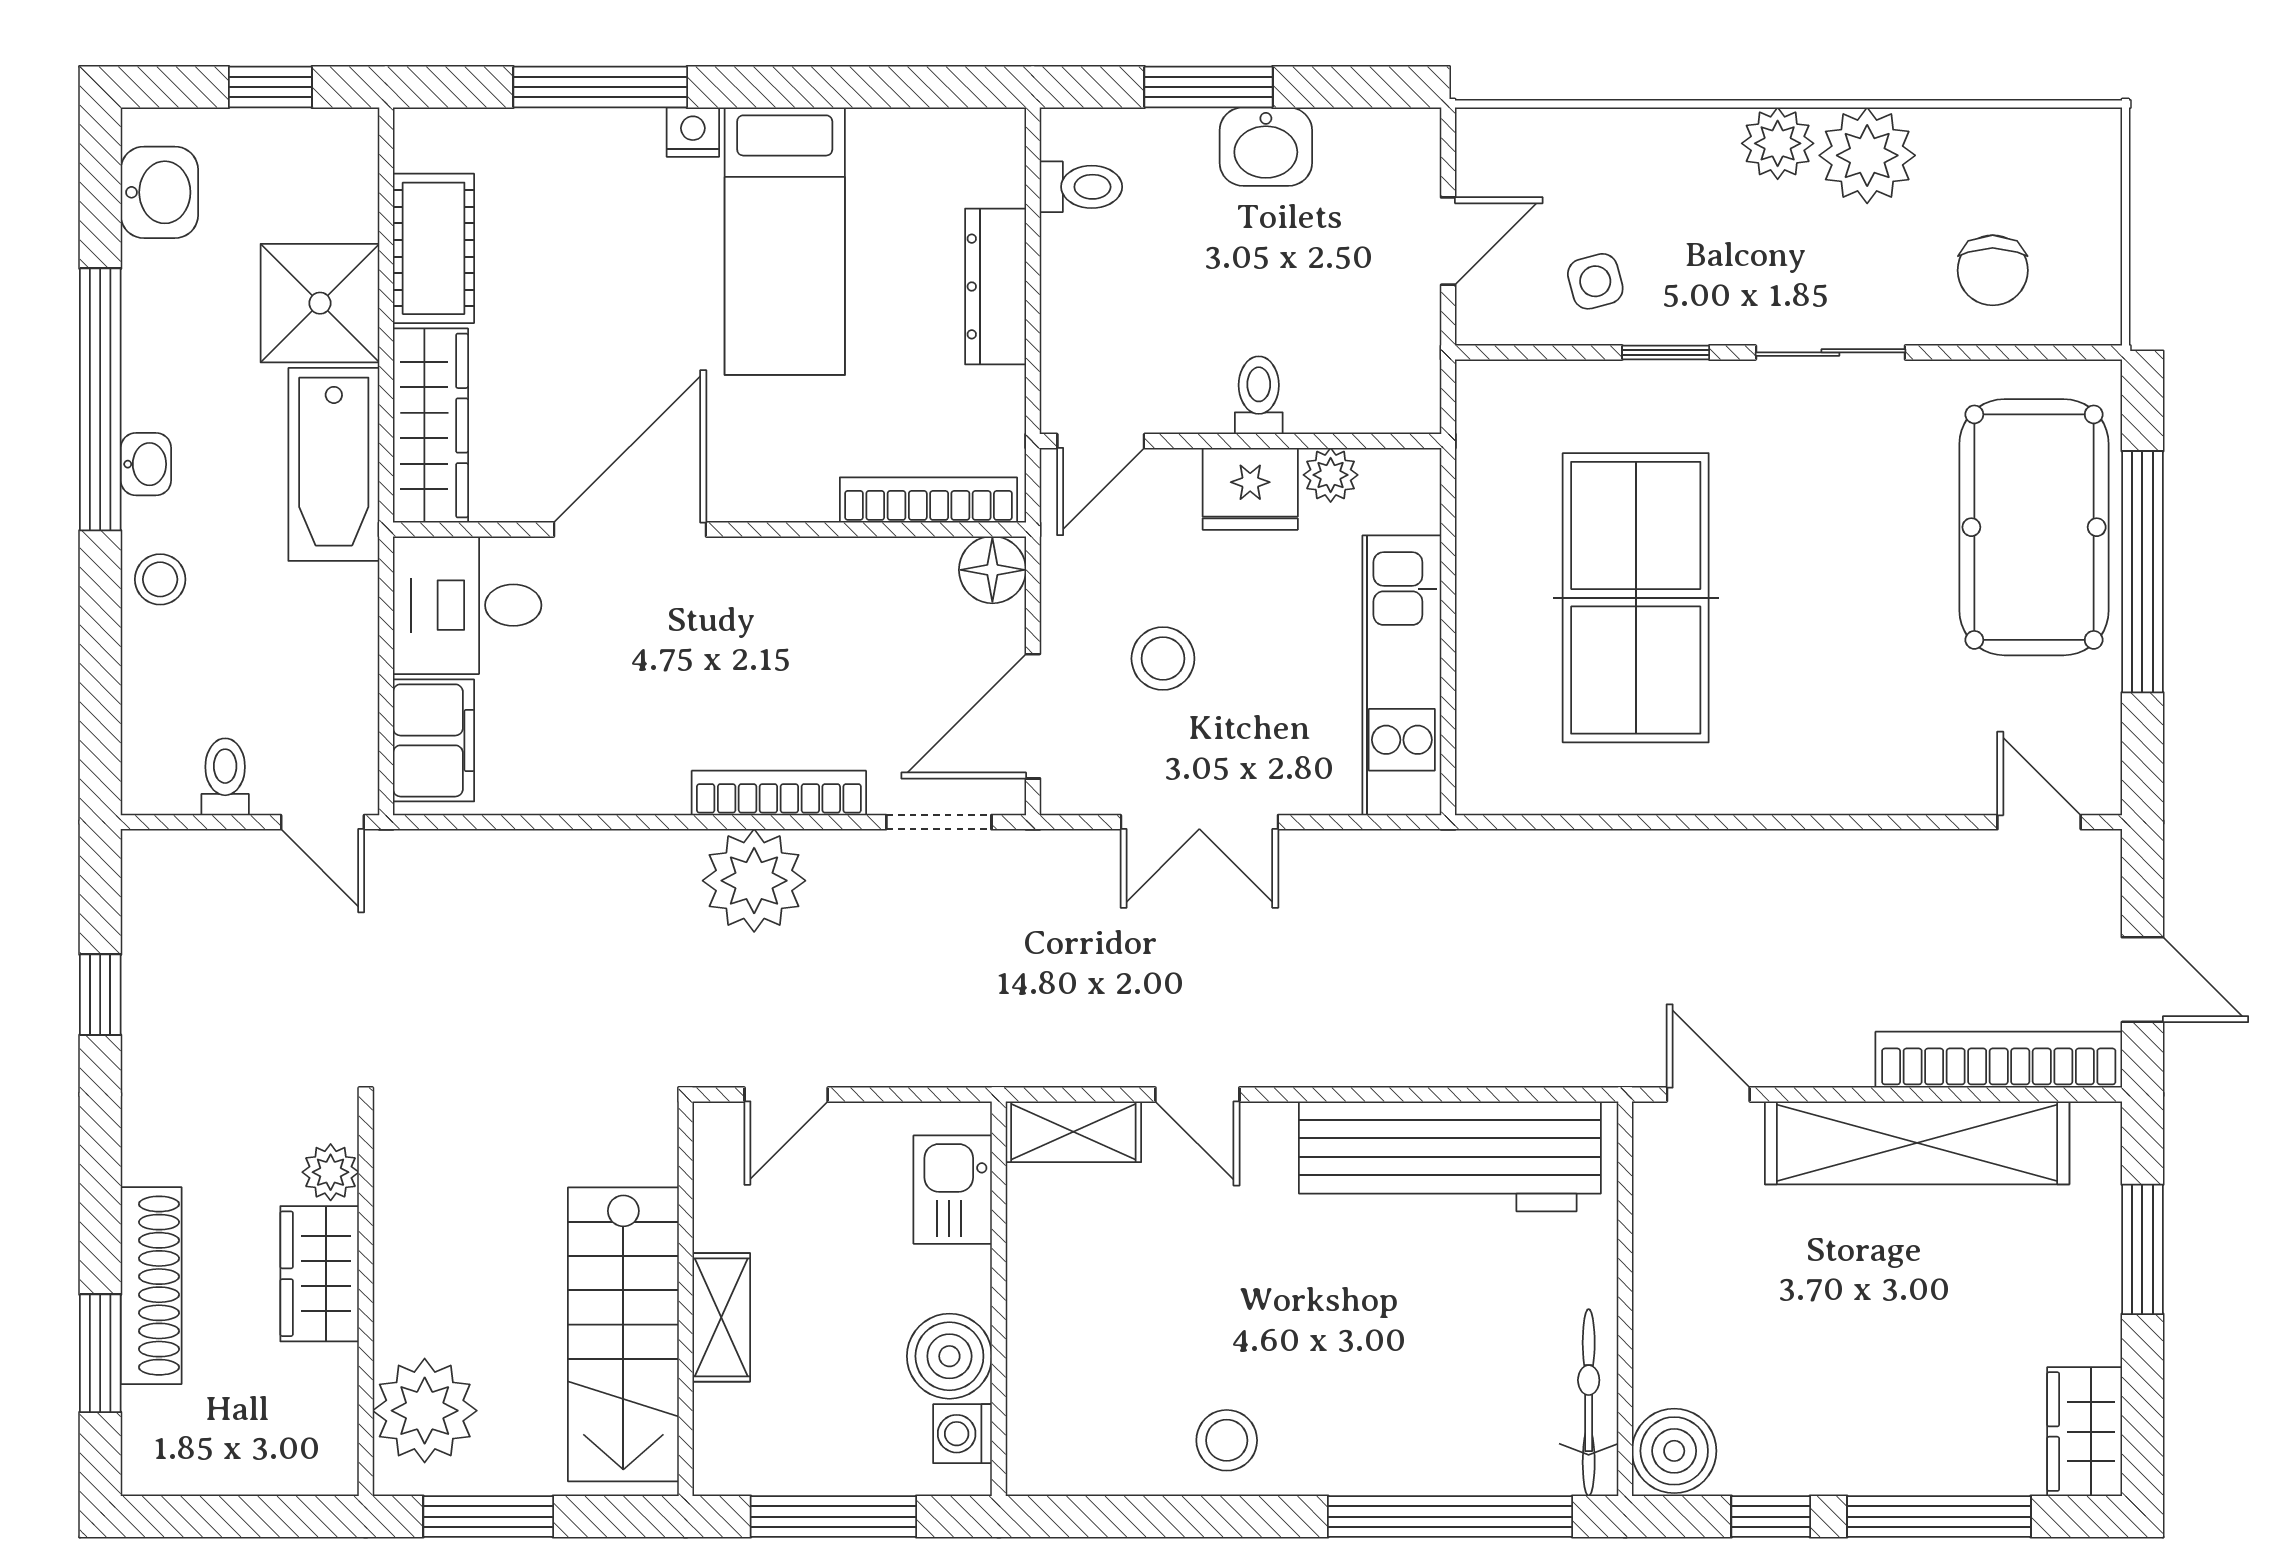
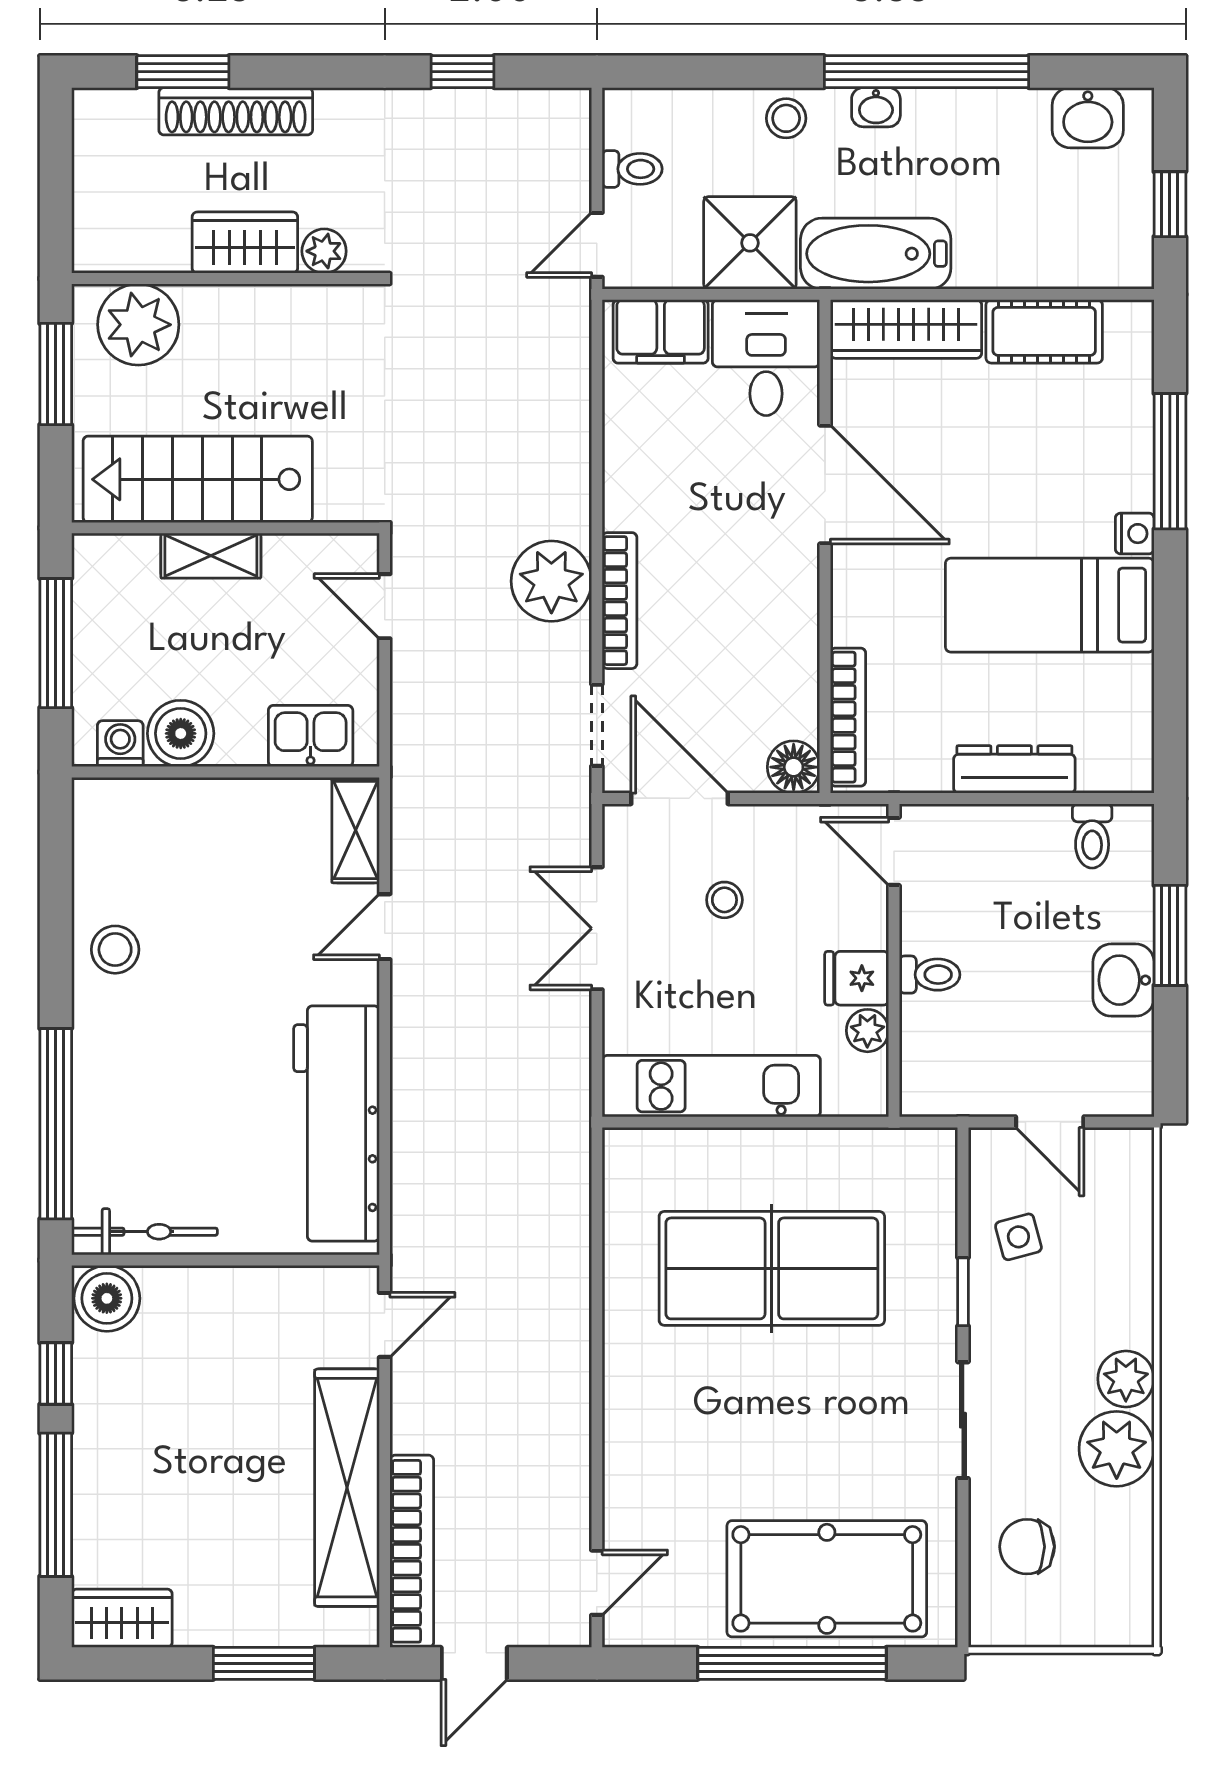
shower: (320, 303) -> (750, 243), moved
fridge: (1250, 489) -> (857, 978), width x0.72
stool: (1163, 659) -> (724, 900), width x0.73, depth x0.73

